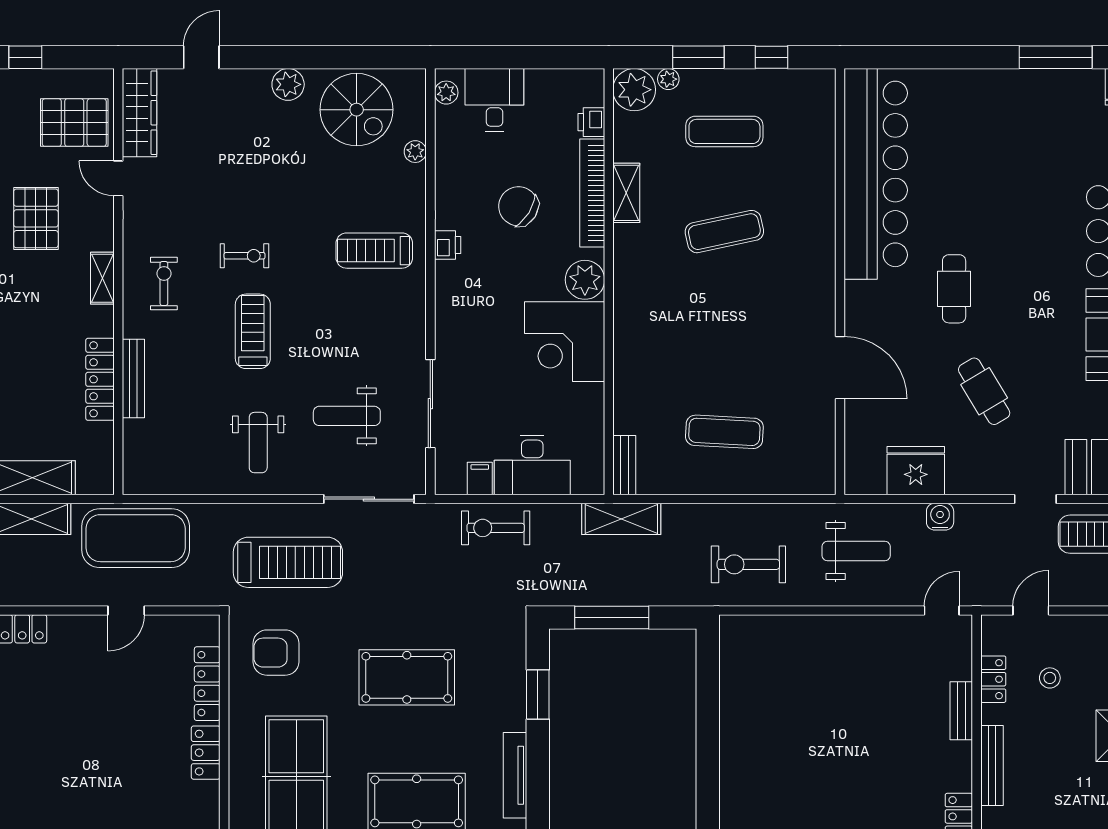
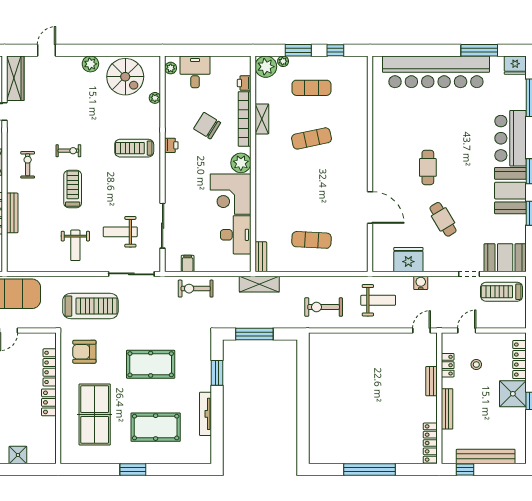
bar counter: (876, 174) -> (436, 72), moved, turned 90
desk: (532, 465) -> (236, 235), moved, turned -90

